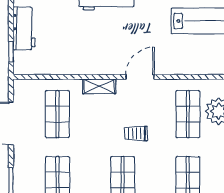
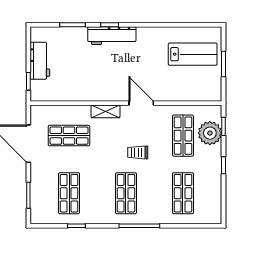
door: (140, 77) -> (141, 103), hinge flipped
shop shelf: (57, 114) -> (69, 136), turned 90

